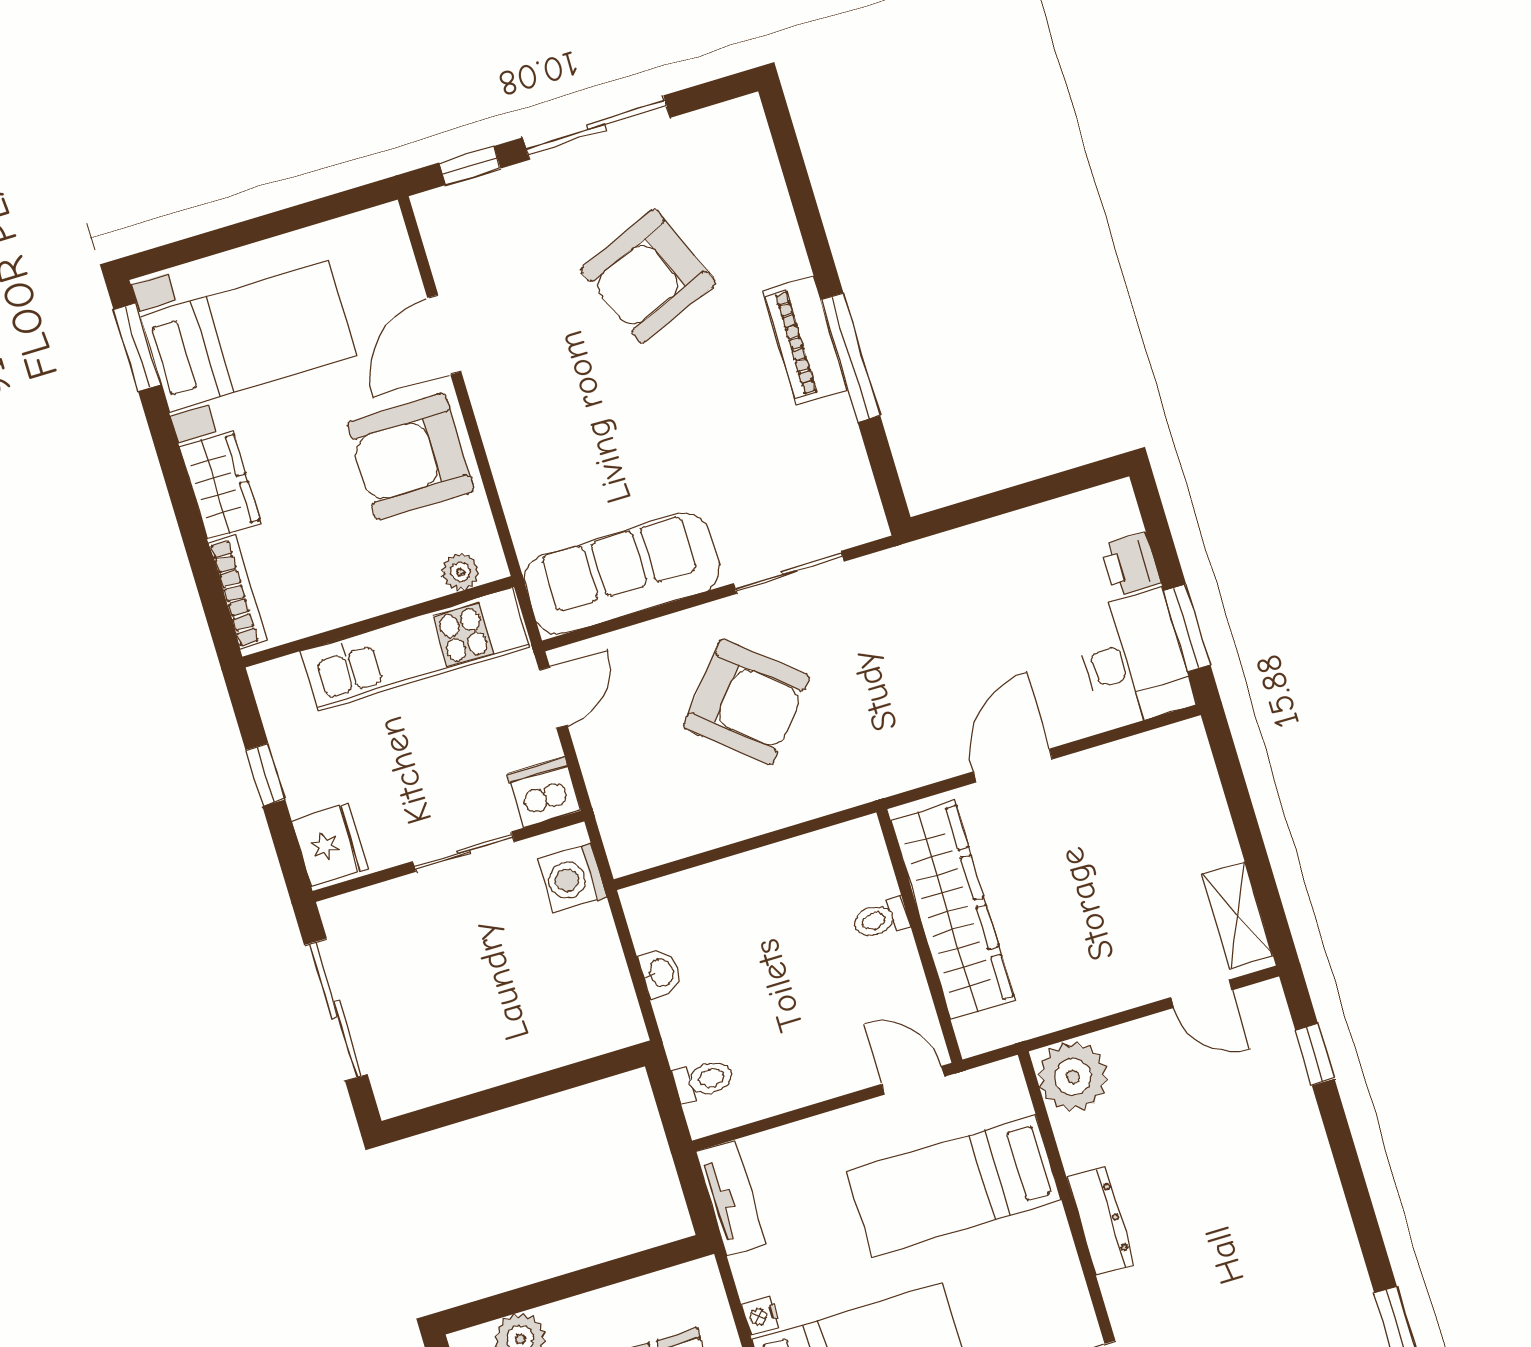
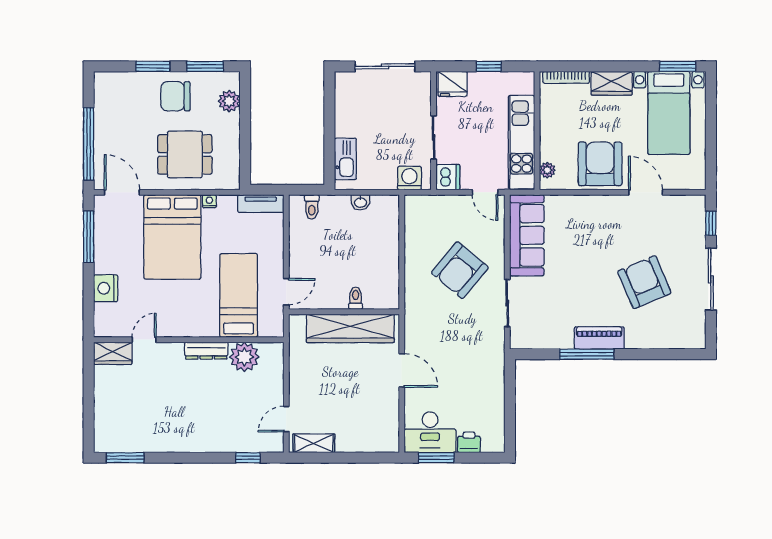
kitchen sink: (572, 1037) -> (345, 159), added
plant: (1073, 1077) -> (244, 357), moved

